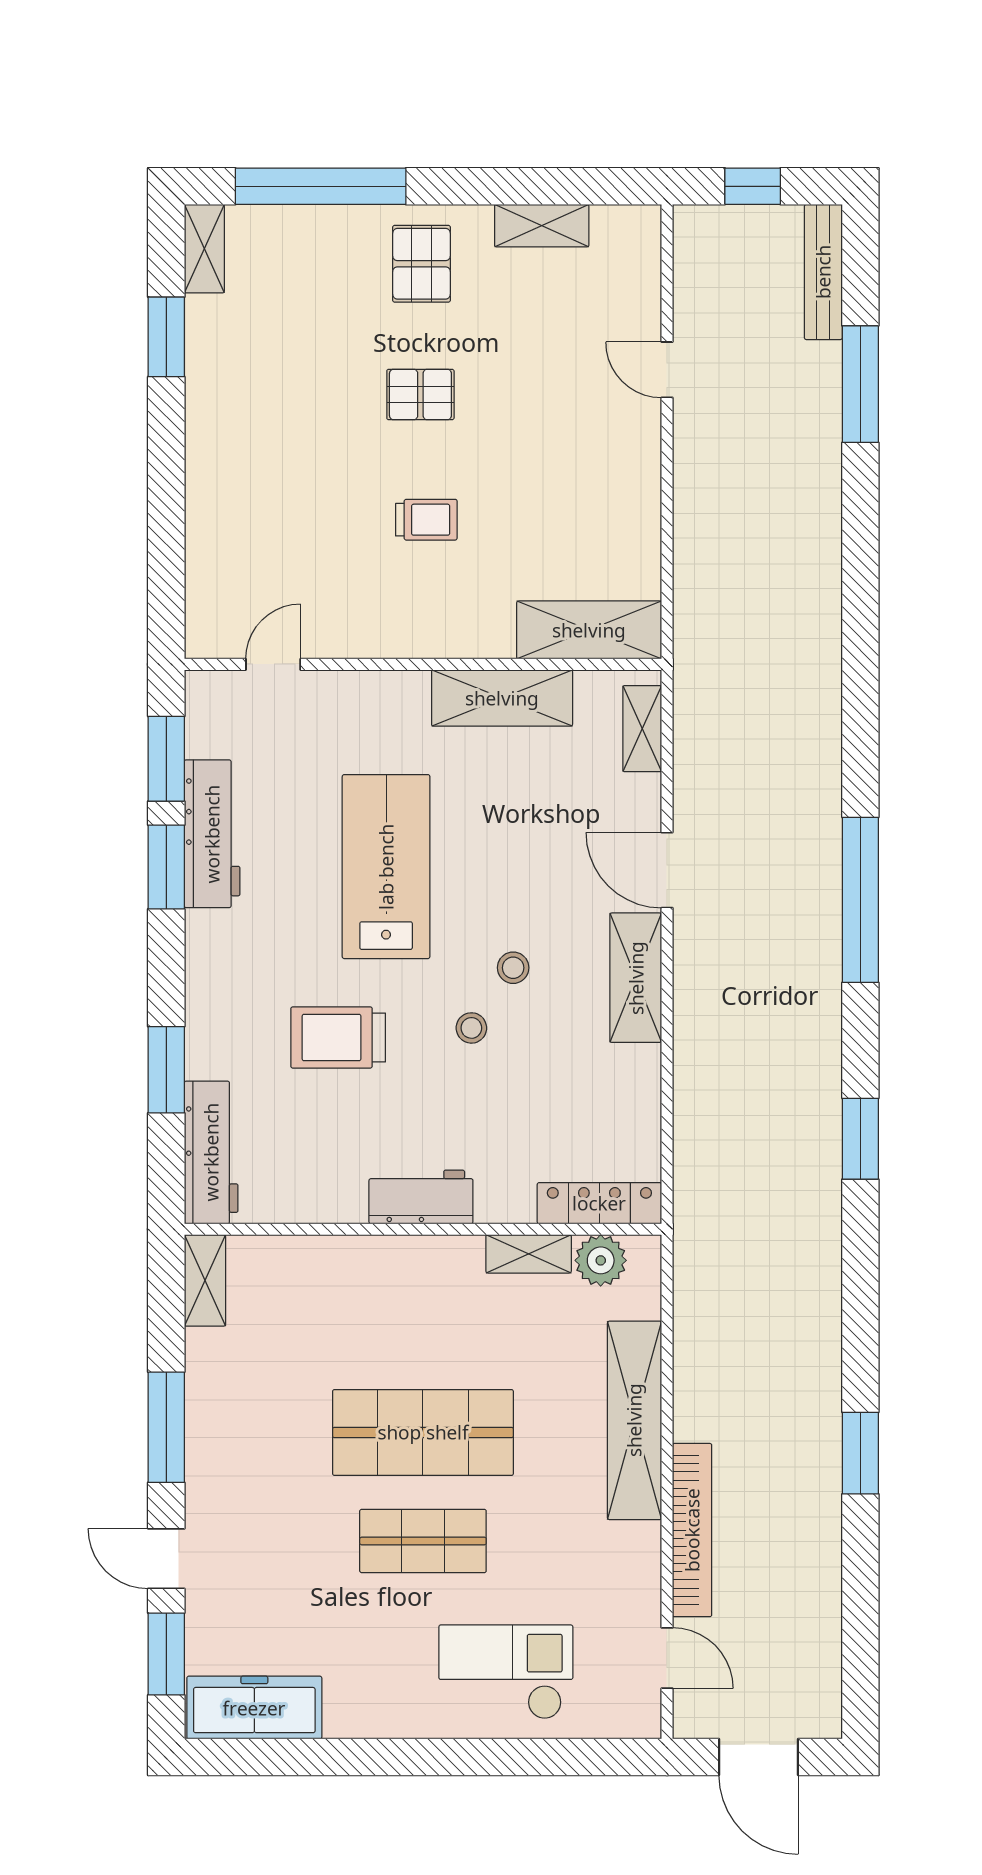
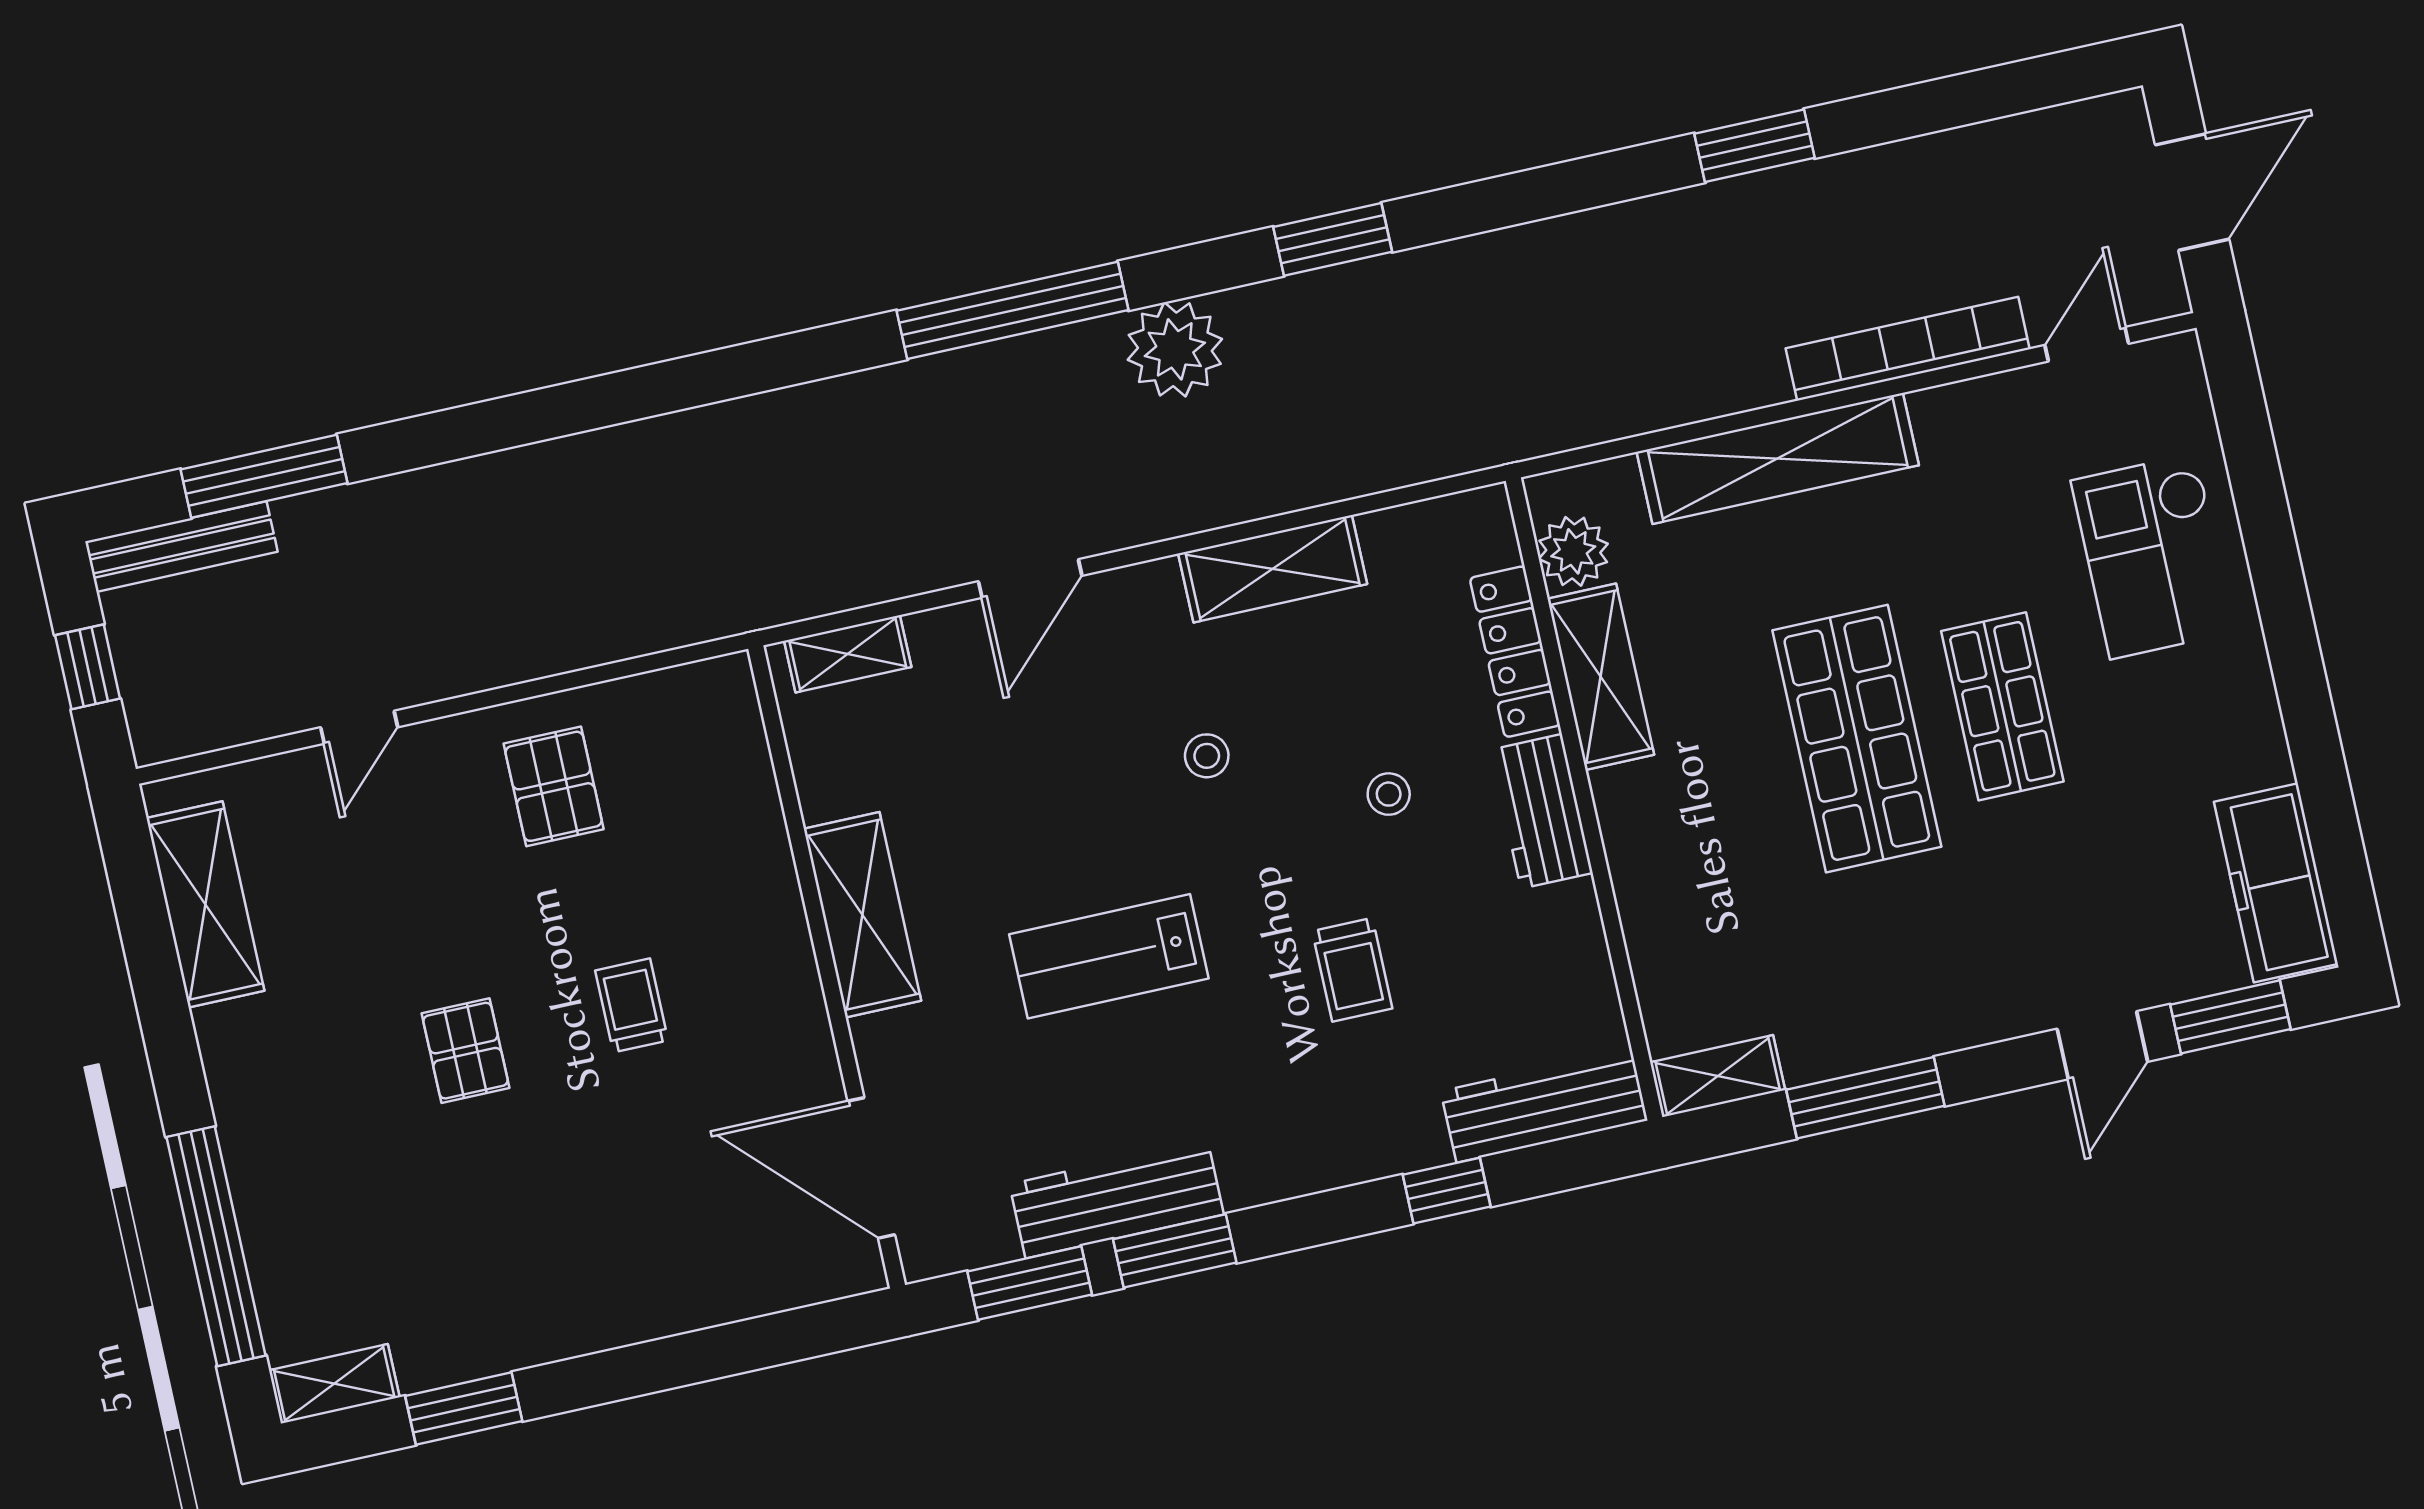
shelving: (542, 226) -> (205, 904), width x1.50, depth x1.33
pallet: (421, 264) -> (554, 786), moved, turned 90
window: (860, 384) -> (264, 476), moved
shelving: (589, 630) -> (731, 754), removed
door: (273, 664) -> (871, 1168), width x1.87
shelving: (502, 698) -> (862, 915), moved
lab bench: (386, 867) -> (1109, 956), width x0.73, depth x0.72
shelving: (636, 978) -> (1273, 569), moved
plant: (807, 1009) -> (1175, 349), added
stool: (471, 1028) -> (1389, 794), moved
trolley: (338, 1037) -> (1352, 970), width x0.73, depth x0.72
window: (166, 1070) -> (1447, 1191), width x0.67
locker: (599, 1203) -> (1515, 652), moved
shelving: (529, 1254) -> (1601, 677), width x1.50, depth x1.33
window: (166, 1427) -> (1865, 1098), moved

